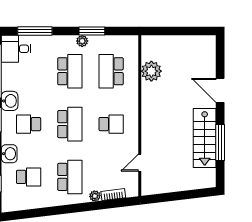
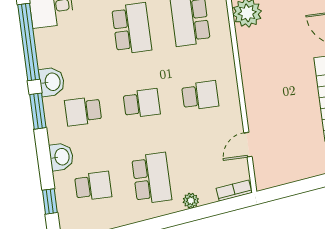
school desk: (70, 124) -> (142, 103), width x0.54
bookcase: (113, 195) -> (234, 191), moved

